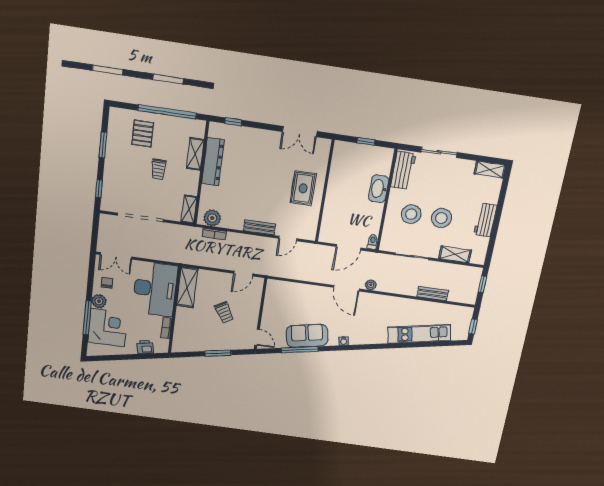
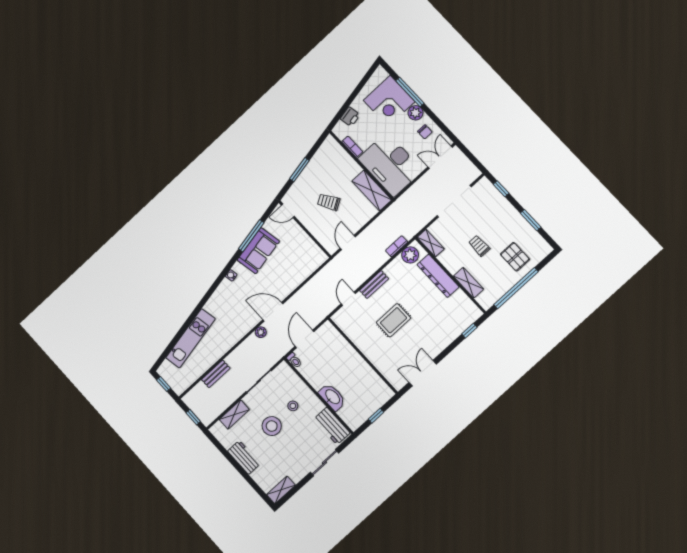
dresser: (213, 162) -> (438, 276), moved
rug: (303, 188) -> (394, 320), moved, turned 90
stool: (411, 214) -> (293, 406), width x0.53, depth x0.53

